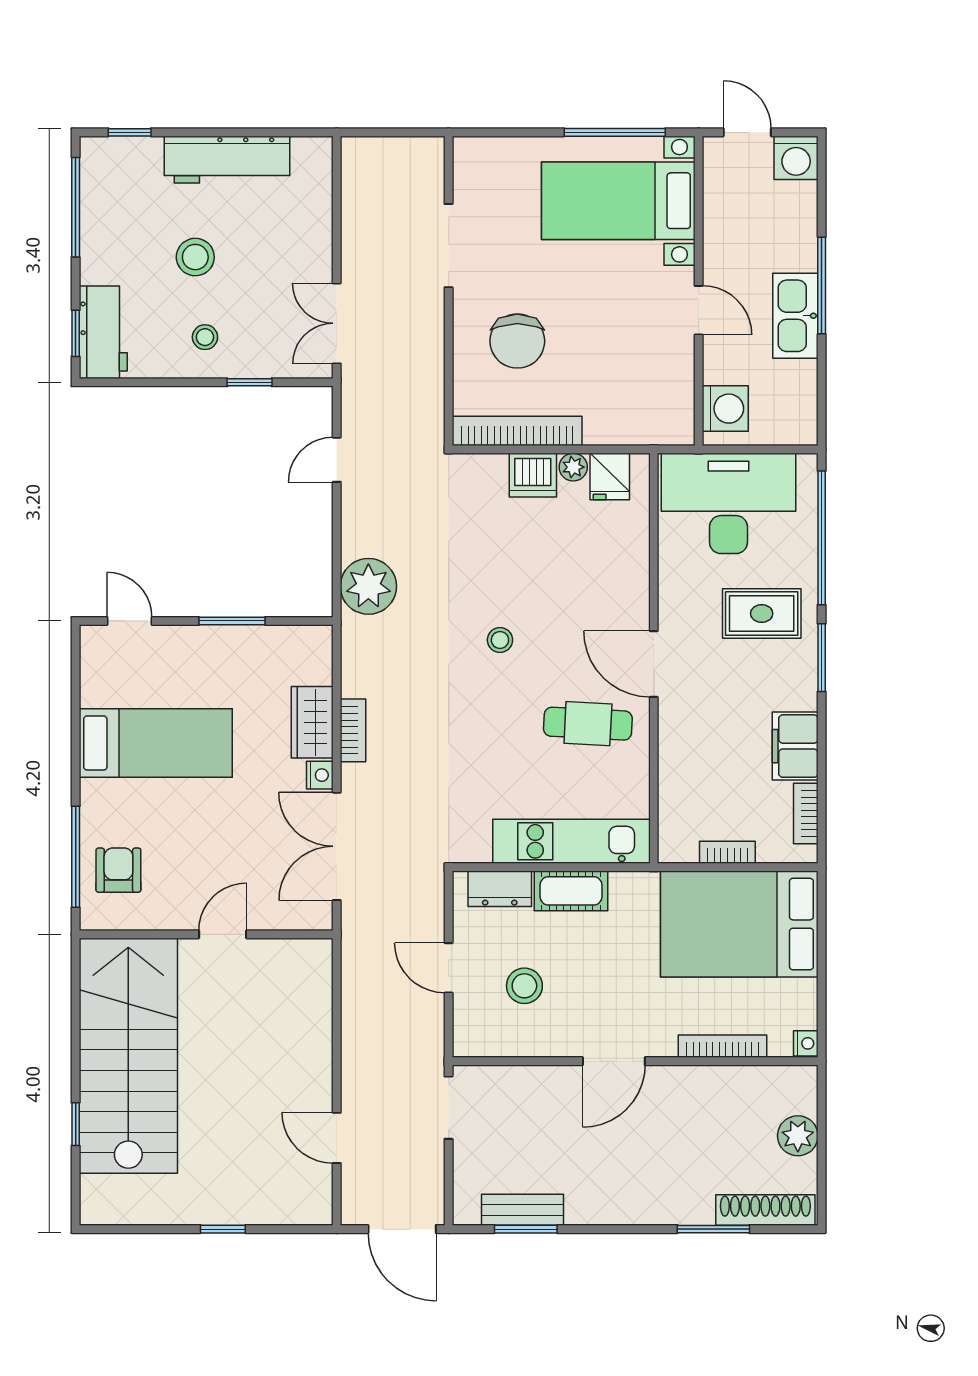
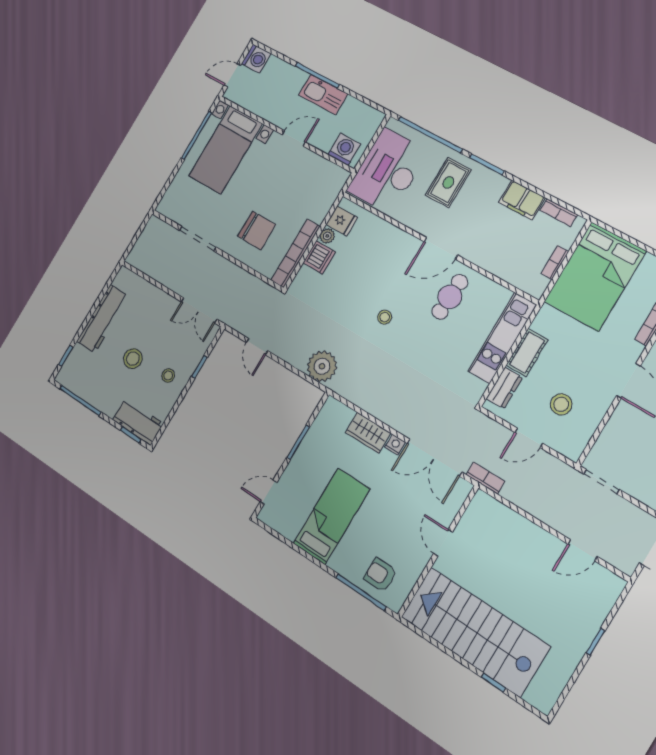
bookcase: (353, 730) -> (485, 478), moved

